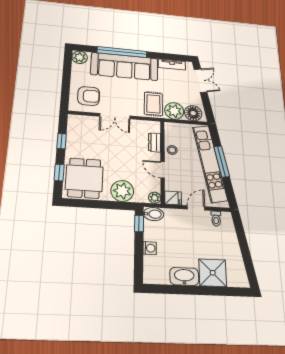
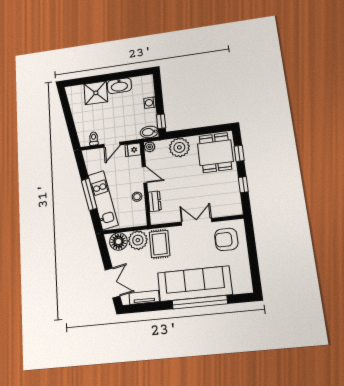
plant: (80, 57) -> (244, 285), removed
double door: (200, 81) -> (112, 283), swing flipped
kitchen unit: (210, 163) -> (103, 200), width x0.73

